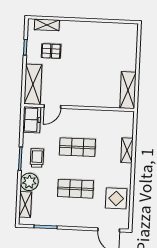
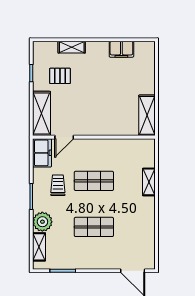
shelving: (47, 25) -> (72, 47), moved
filing cabinet: (108, 29) -> (121, 49), added
trolley: (37, 158) -> (58, 185), moved
display table: (116, 198) -> (139, 236), removed

